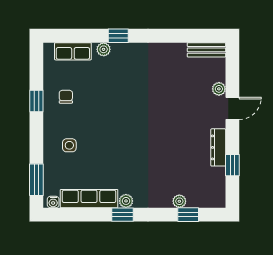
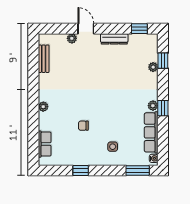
window: (118, 36) -> (33, 111), removed
plant: (104, 49) -> (43, 107), moved
bench: (206, 50) -> (44, 59), moved
chair: (66, 97) -> (83, 126), moved
window: (232, 165) -> (139, 29), moved

